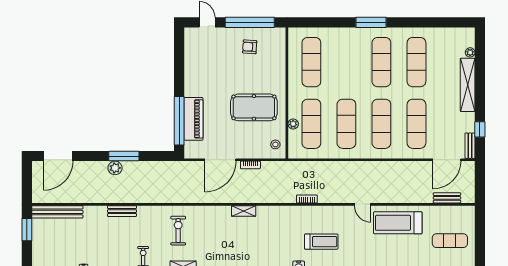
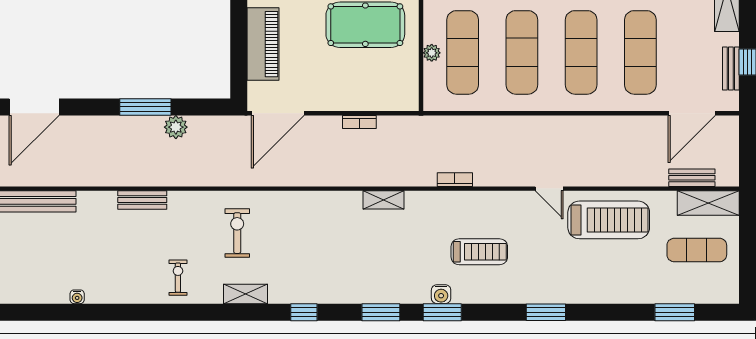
window: (179, 121) -> (239, 47), removed
stool: (275, 144) -> (402, 87), removed
bench: (470, 146) -> (731, 68), moved
door: (220, 160) -> (278, 113), moved
plant: (115, 168) -> (176, 127), moved
shelving: (244, 211) -> (383, 200), moved
shelving: (457, 213) -> (708, 203), added
treadmill: (398, 223) -> (609, 220), turned 180

